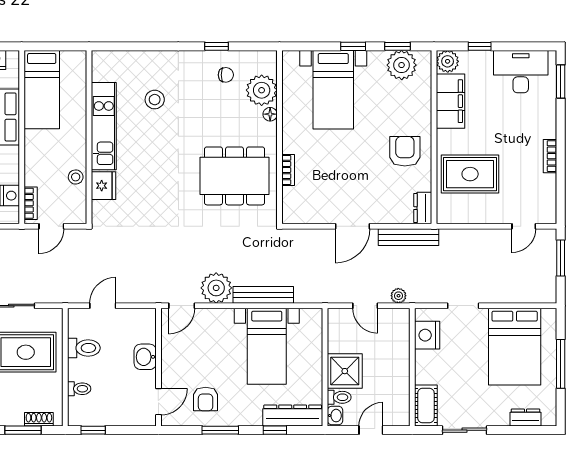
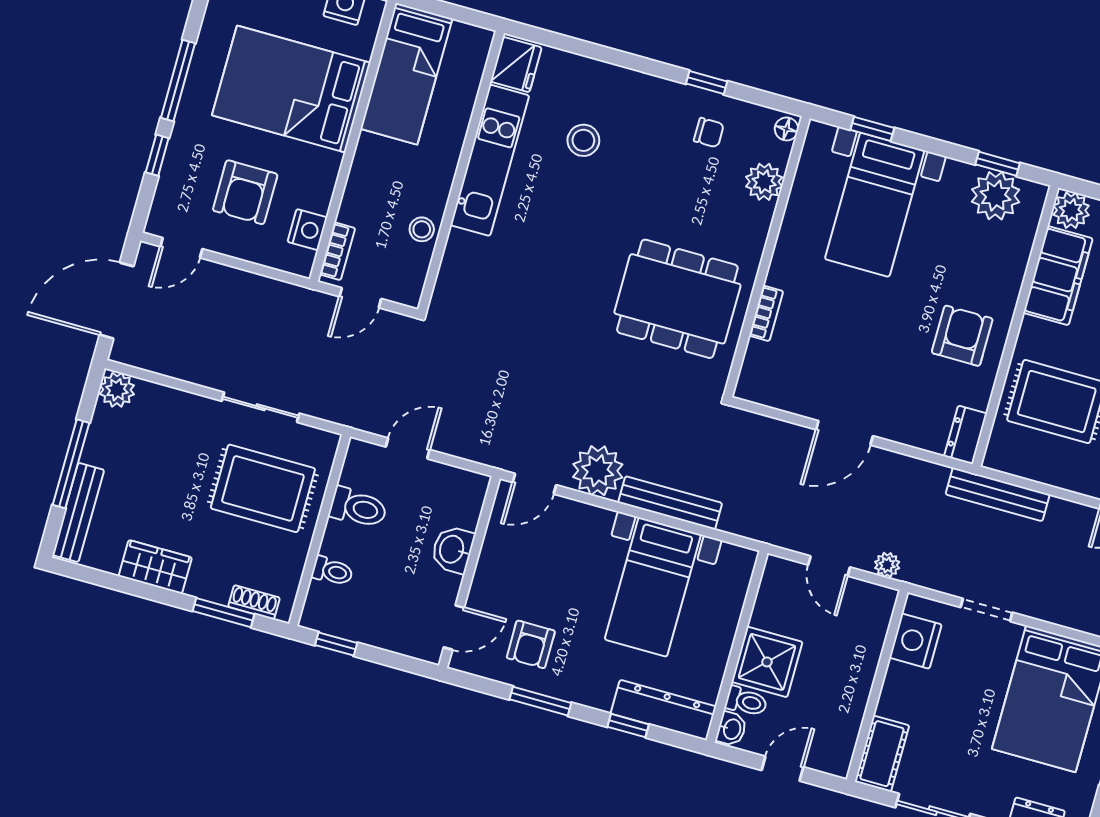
window: (353, 46) -> (872, 129), moved
plant: (262, 90) -> (764, 182), width x0.73, depth x0.73
floor lamp: (270, 114) -> (786, 129), moved
fridge: (104, 186) -> (516, 65), moved
bench: (408, 237) -> (998, 494), moved

